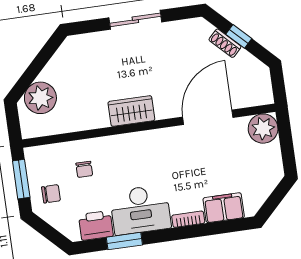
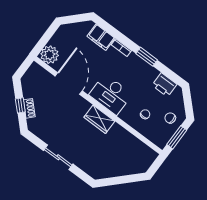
plant: (40, 98) -> (133, 164), removed
door: (208, 117) -> (69, 84), swing flipped
desk: (140, 210) -> (111, 94), moved, turned 180
window: (124, 241) -> (147, 57), moved

